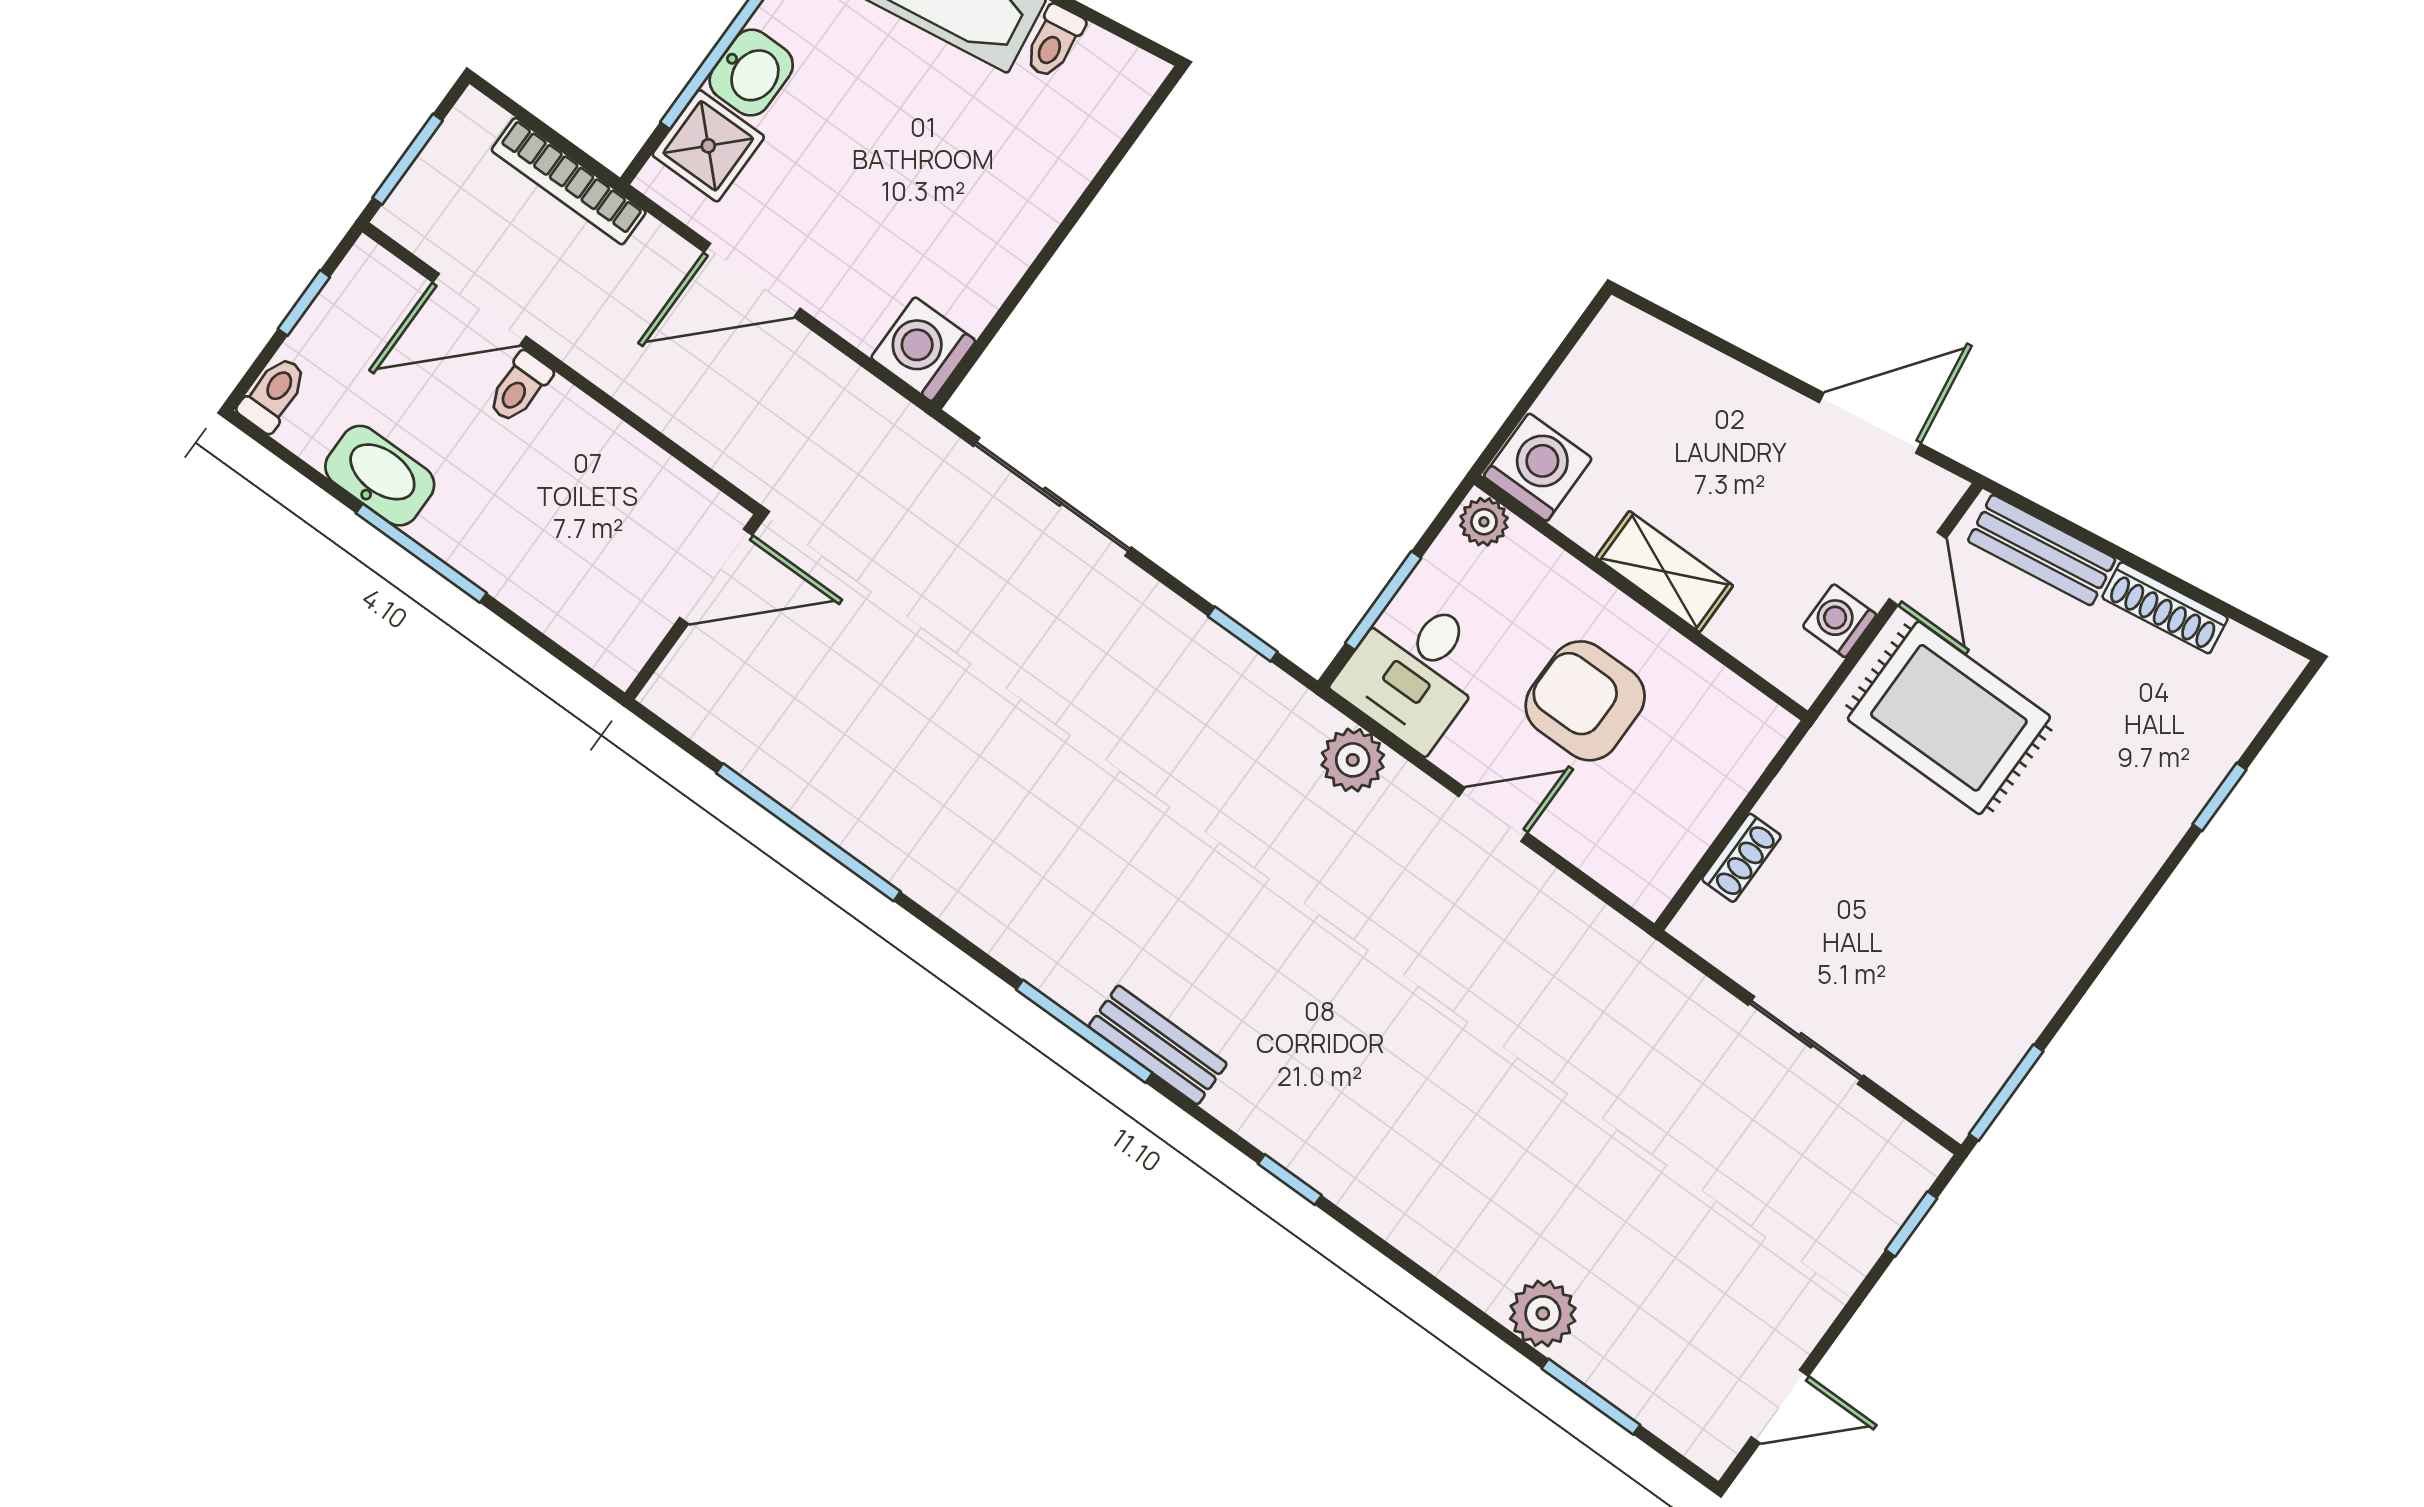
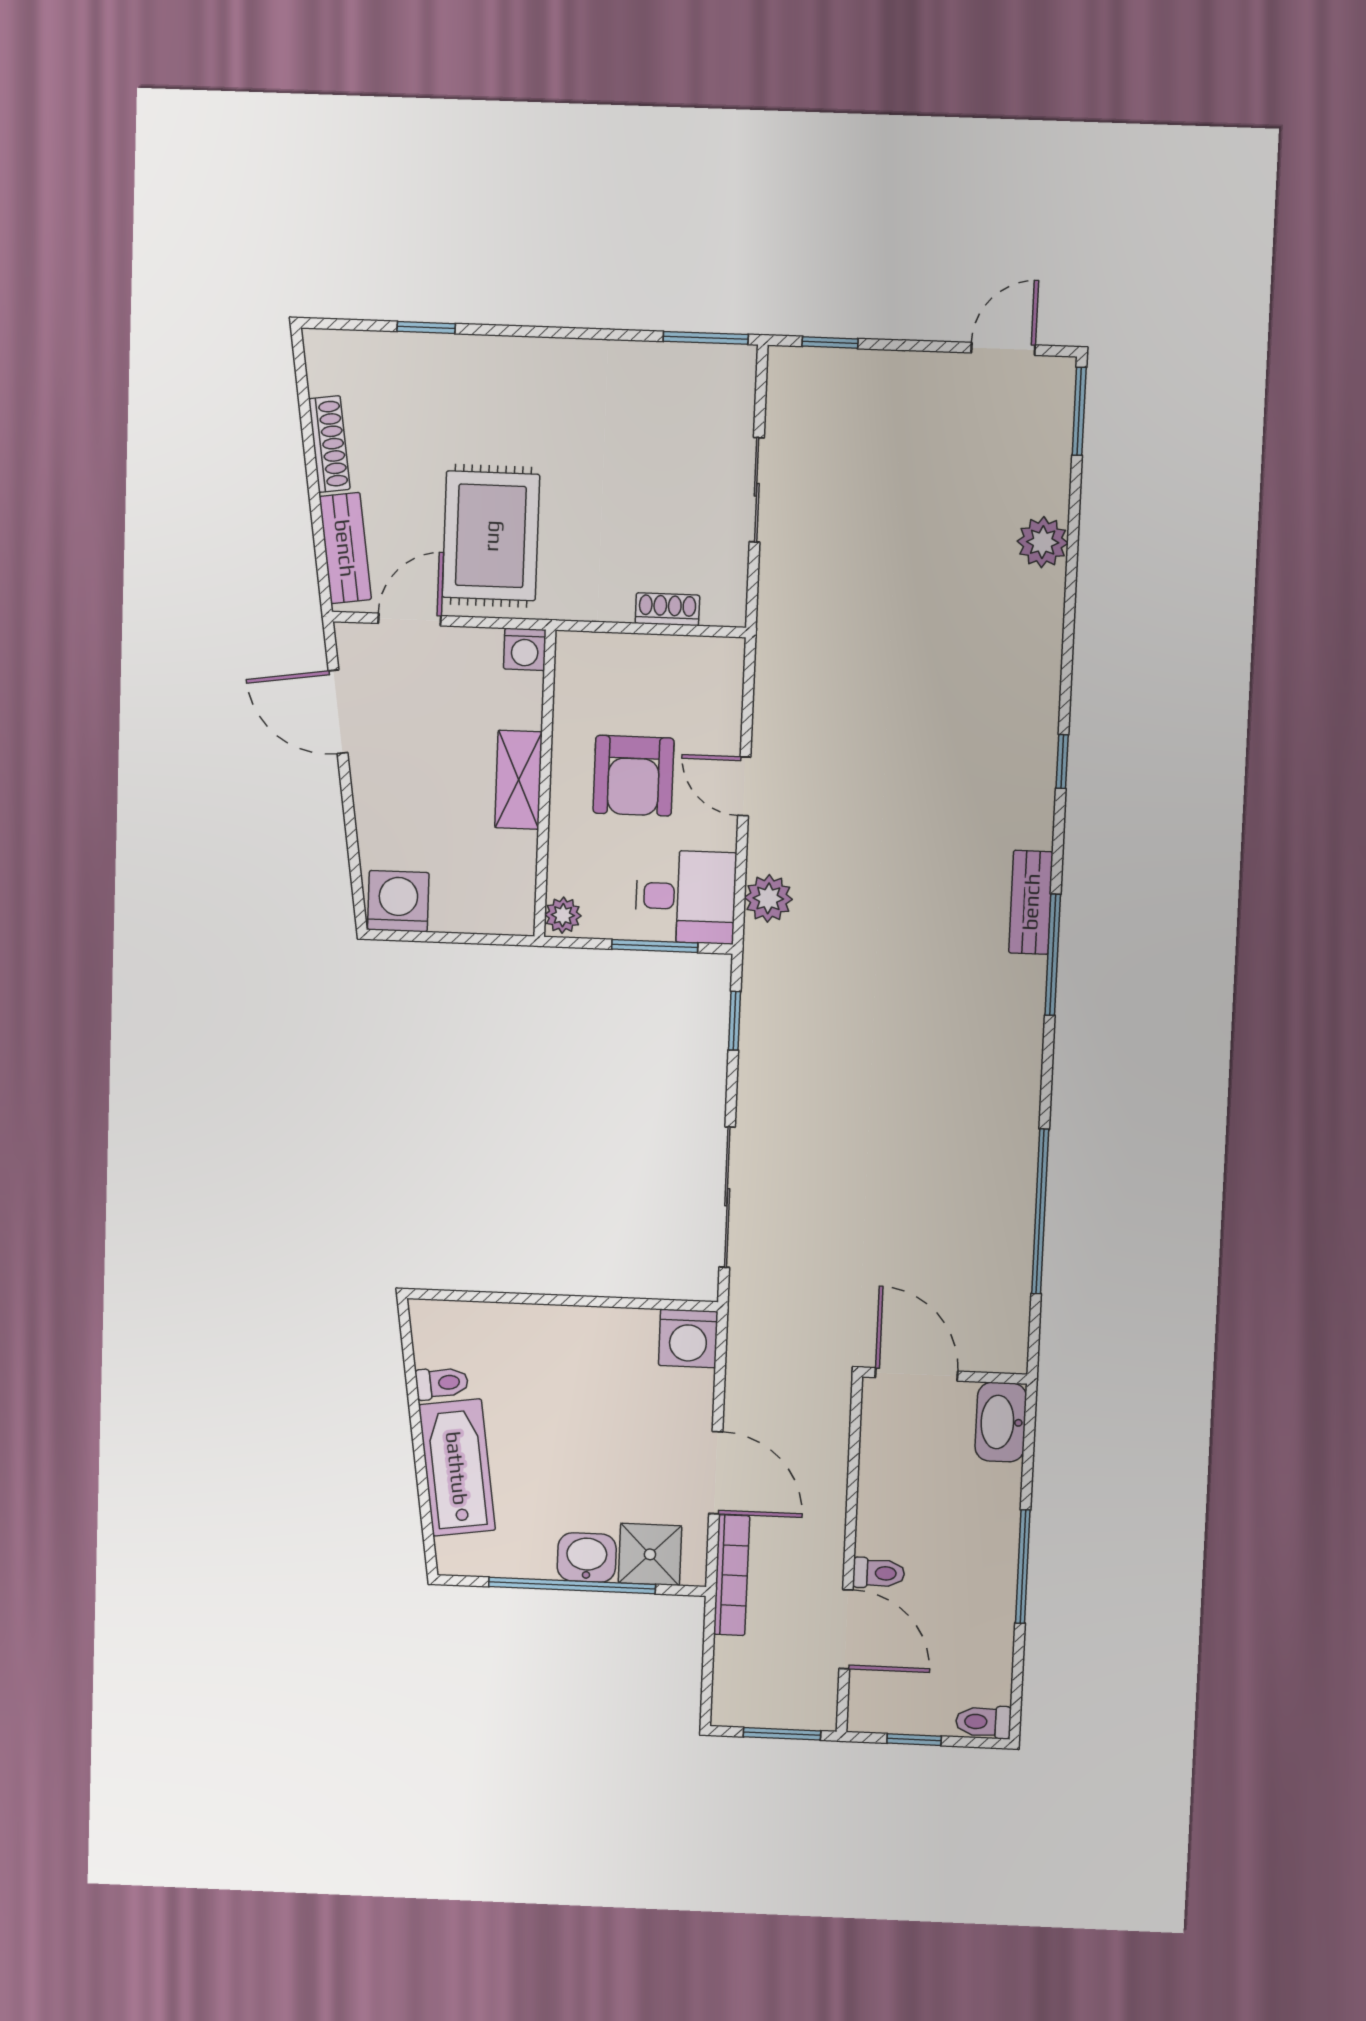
bookcase: (569, 181) -> (732, 1575), moved
washing machine: (1538, 467) -> (398, 901), moved, turned 90
washbasin: (380, 476) -> (1001, 1422), moved
washing machine: (1839, 621) -> (525, 649), moved
window: (1591, 1397) -> (1079, 411), moved
door: (1780, 1407) -> (1003, 349), hinge flipped

